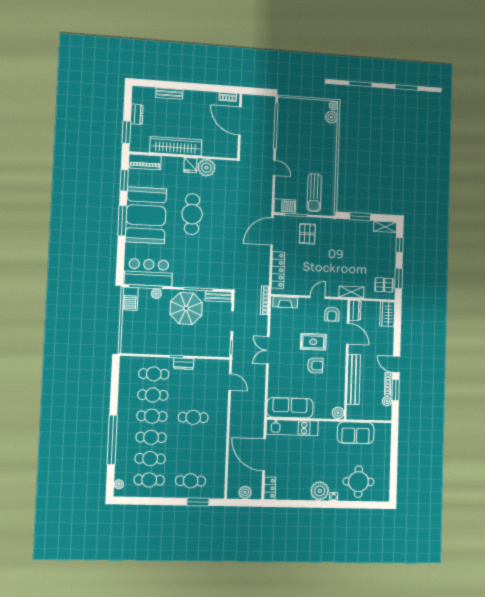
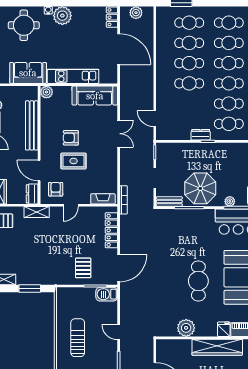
fridge: (190, 165) -> (224, 329), moved
sun lounger: (314, 193) -> (78, 338), moved
double door: (268, 350) -> (119, 134), moved
kitchen unit: (292, 428) -> (73, 76), moved
cafe table: (192, 438) -> (189, 63), added
cafe table: (191, 460) -> (189, 43), added

